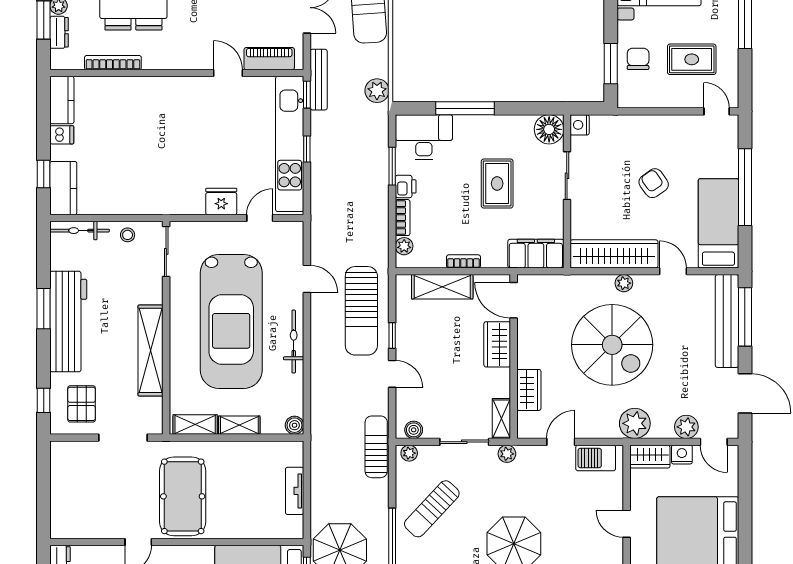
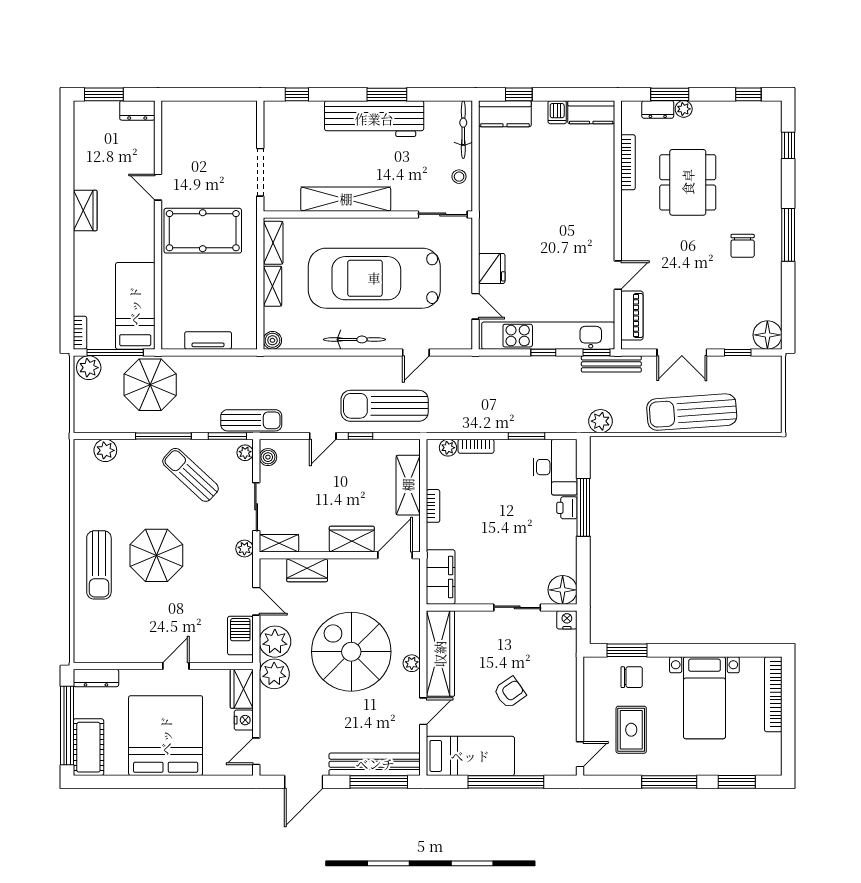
rug: (497, 184) -> (509, 539), removed
printer: (406, 186) -> (567, 508), moved, turned 90
spiral stairs: (612, 345) -> (351, 652), turned 90
pallet: (82, 404) -> (293, 132), removed
plant: (686, 427) -> (275, 642), moved, width x1.36, depth x1.36
window: (392, 471) -> (227, 436), added

